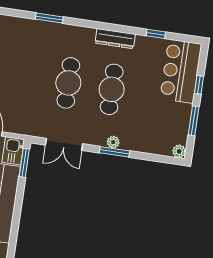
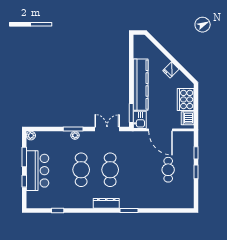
dresser: (115, 39) -> (106, 203), moved
bar counter: (181, 71) -> (38, 171), moved

